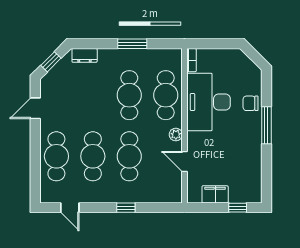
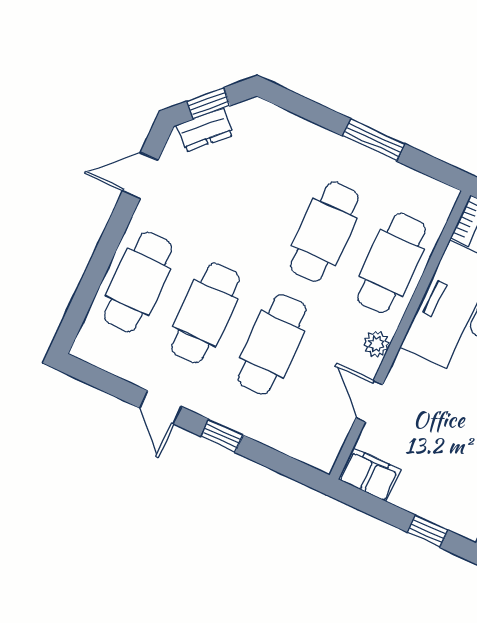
dresser: (85, 55) -> (205, 130), moved, turned -45
filing cabinet: (215, 194) -> (370, 475), moved
door: (70, 208) -> (161, 407), moved

